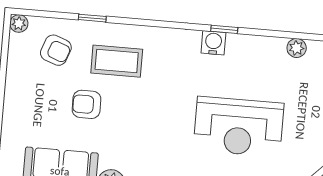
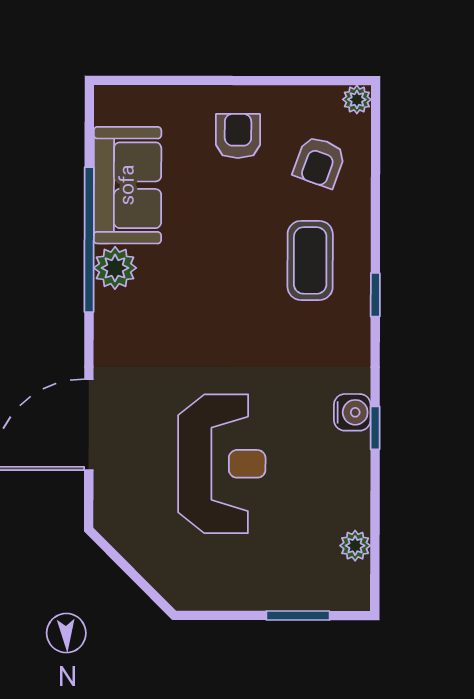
window: (92, 18) -> (375, 295), moved
armchair: (87, 104) -> (238, 136), moved
reception desk: (239, 127) -> (222, 464), turned 180

